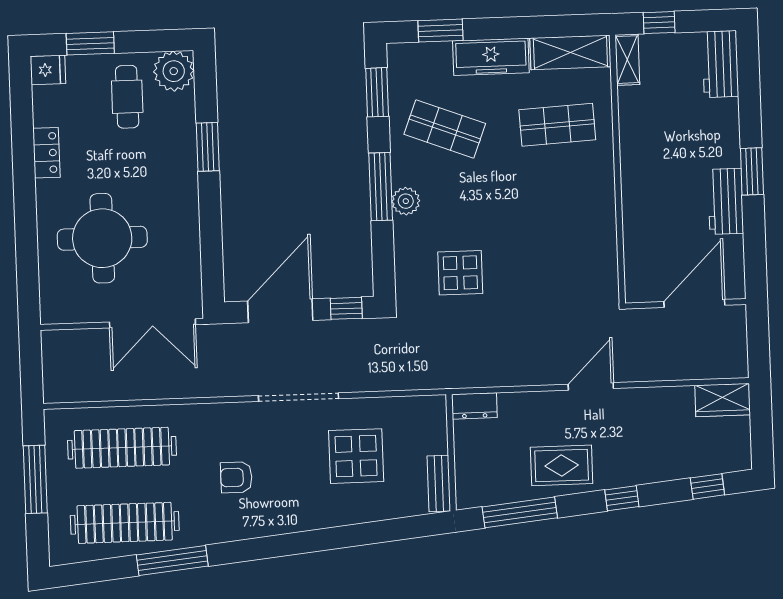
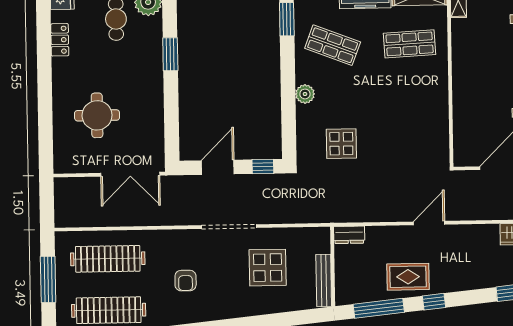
locker: (46, 153) -> (60, 40), moved
window: (381, 187) -> (288, 84), removed
round table: (102, 238) -> (97, 115), width x0.73, depth x0.73
door: (280, 311) -> (218, 167), width x0.73
armchair: (236, 477) -> (186, 281), turned -90
bench: (439, 483) -> (324, 280), width x1.36
window: (622, 498) -> (434, 302), moved

